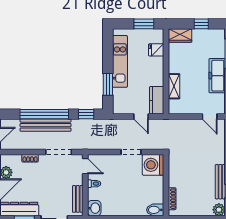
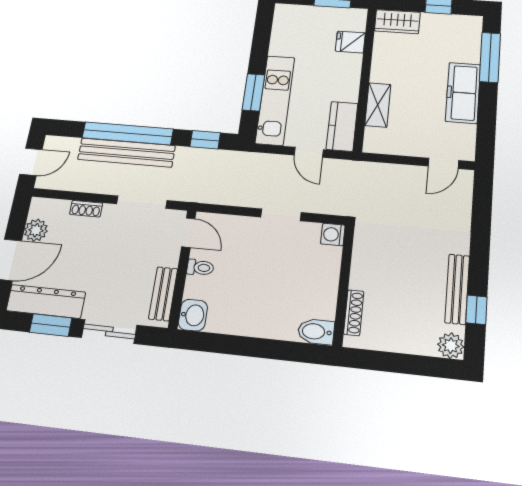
kitchen unit: (120, 61) -> (275, 100), moved
door: (210, 116) -> (443, 163), hinge flipped
washing machine: (153, 165) -> (333, 235), width x0.53, depth x0.53

